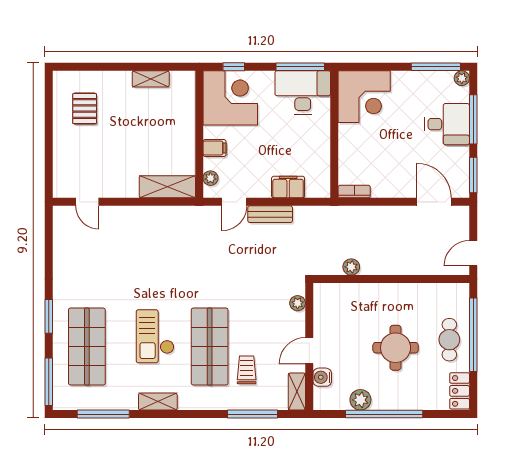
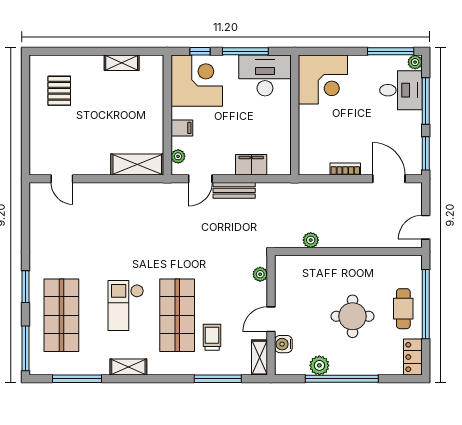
window: (300, 67) -> (245, 51), moved
desk: (447, 124) -> (401, 90), moved
bookcase: (354, 192) -> (345, 169), moved

